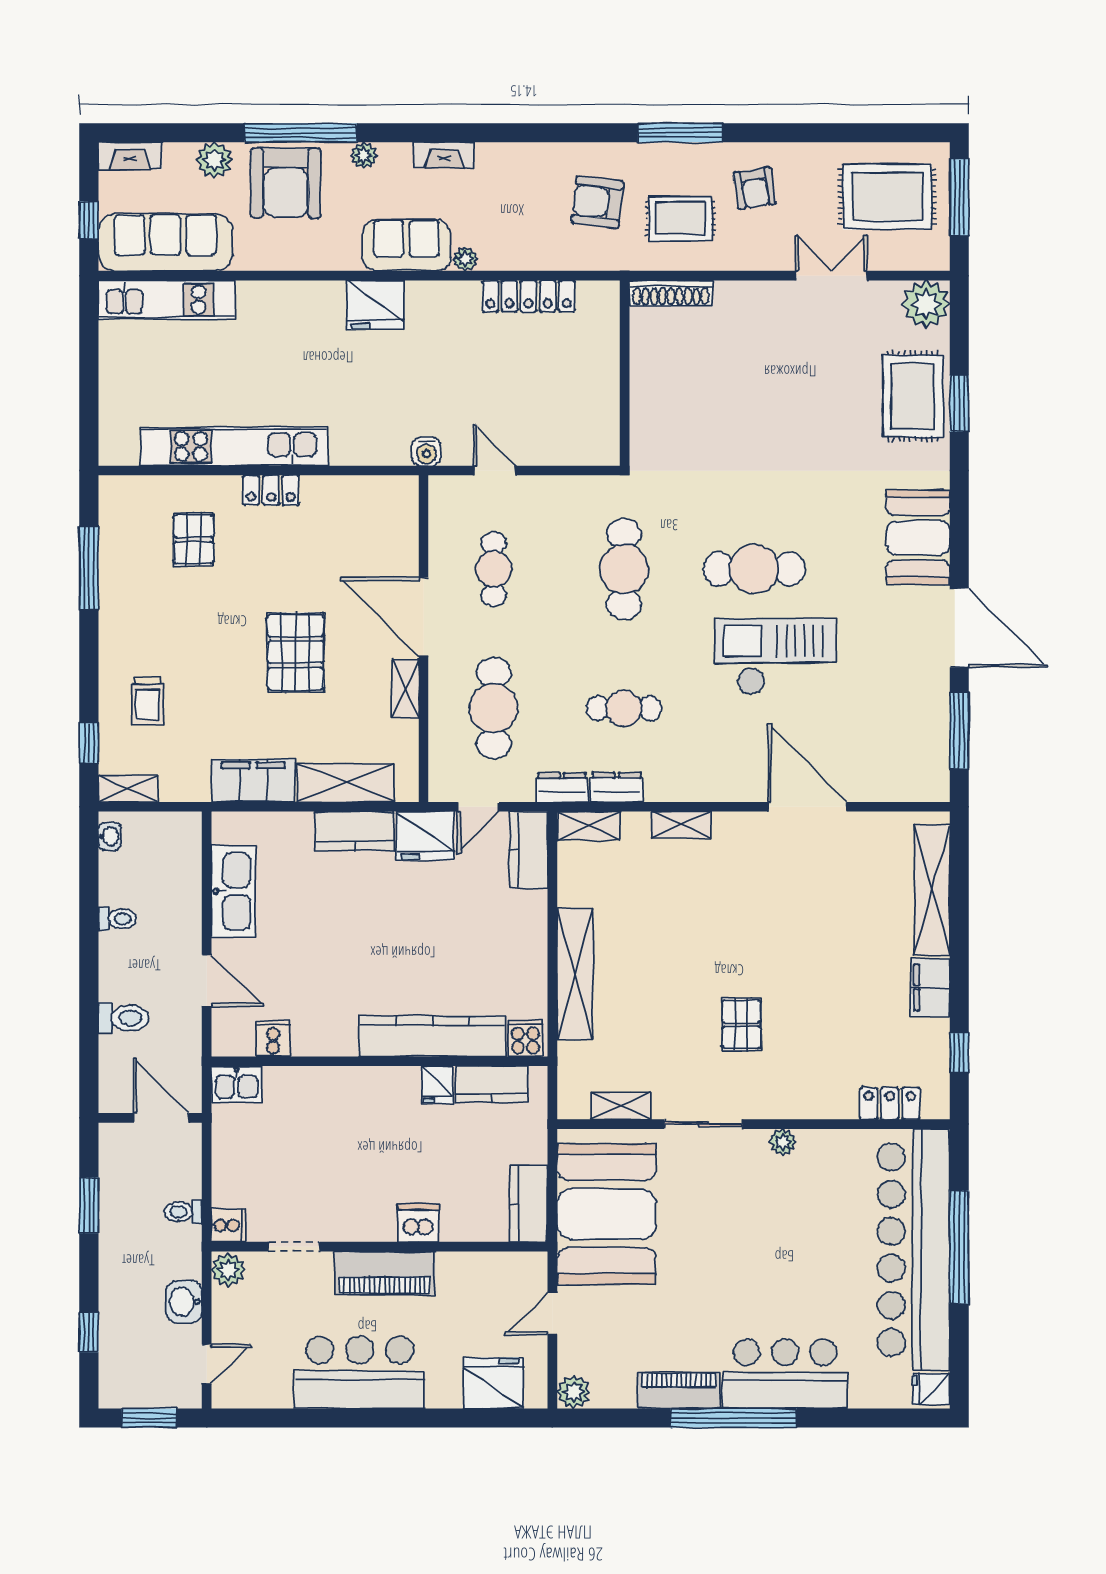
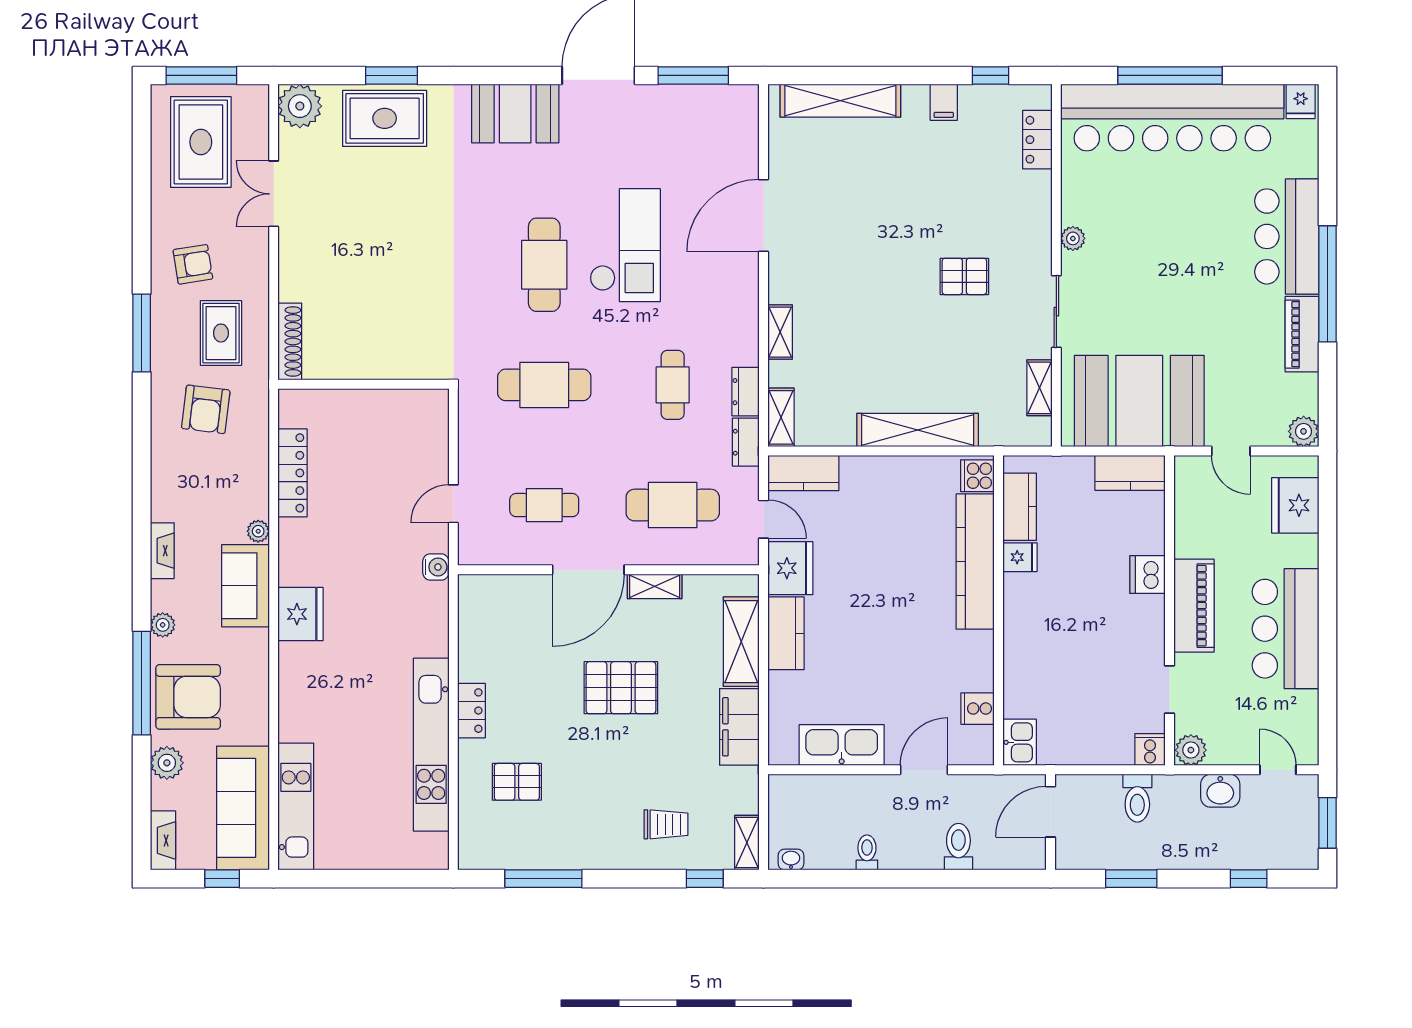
checkout: (775, 657) -> (625, 245), turned 180
filing cabinet: (930, 987) -> (944, 102), width x0.50
toilet: (183, 1212) -> (1137, 798), width x1.37, depth x1.39

